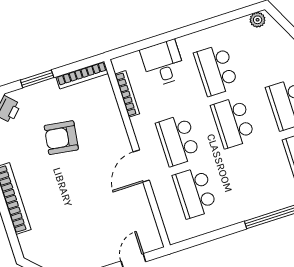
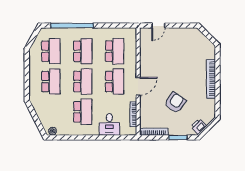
armchair: (61, 138) -> (175, 103), turned -63
door: (141, 166) -> (138, 86), moved
school desk: (250, 175) -> (83, 51), added

